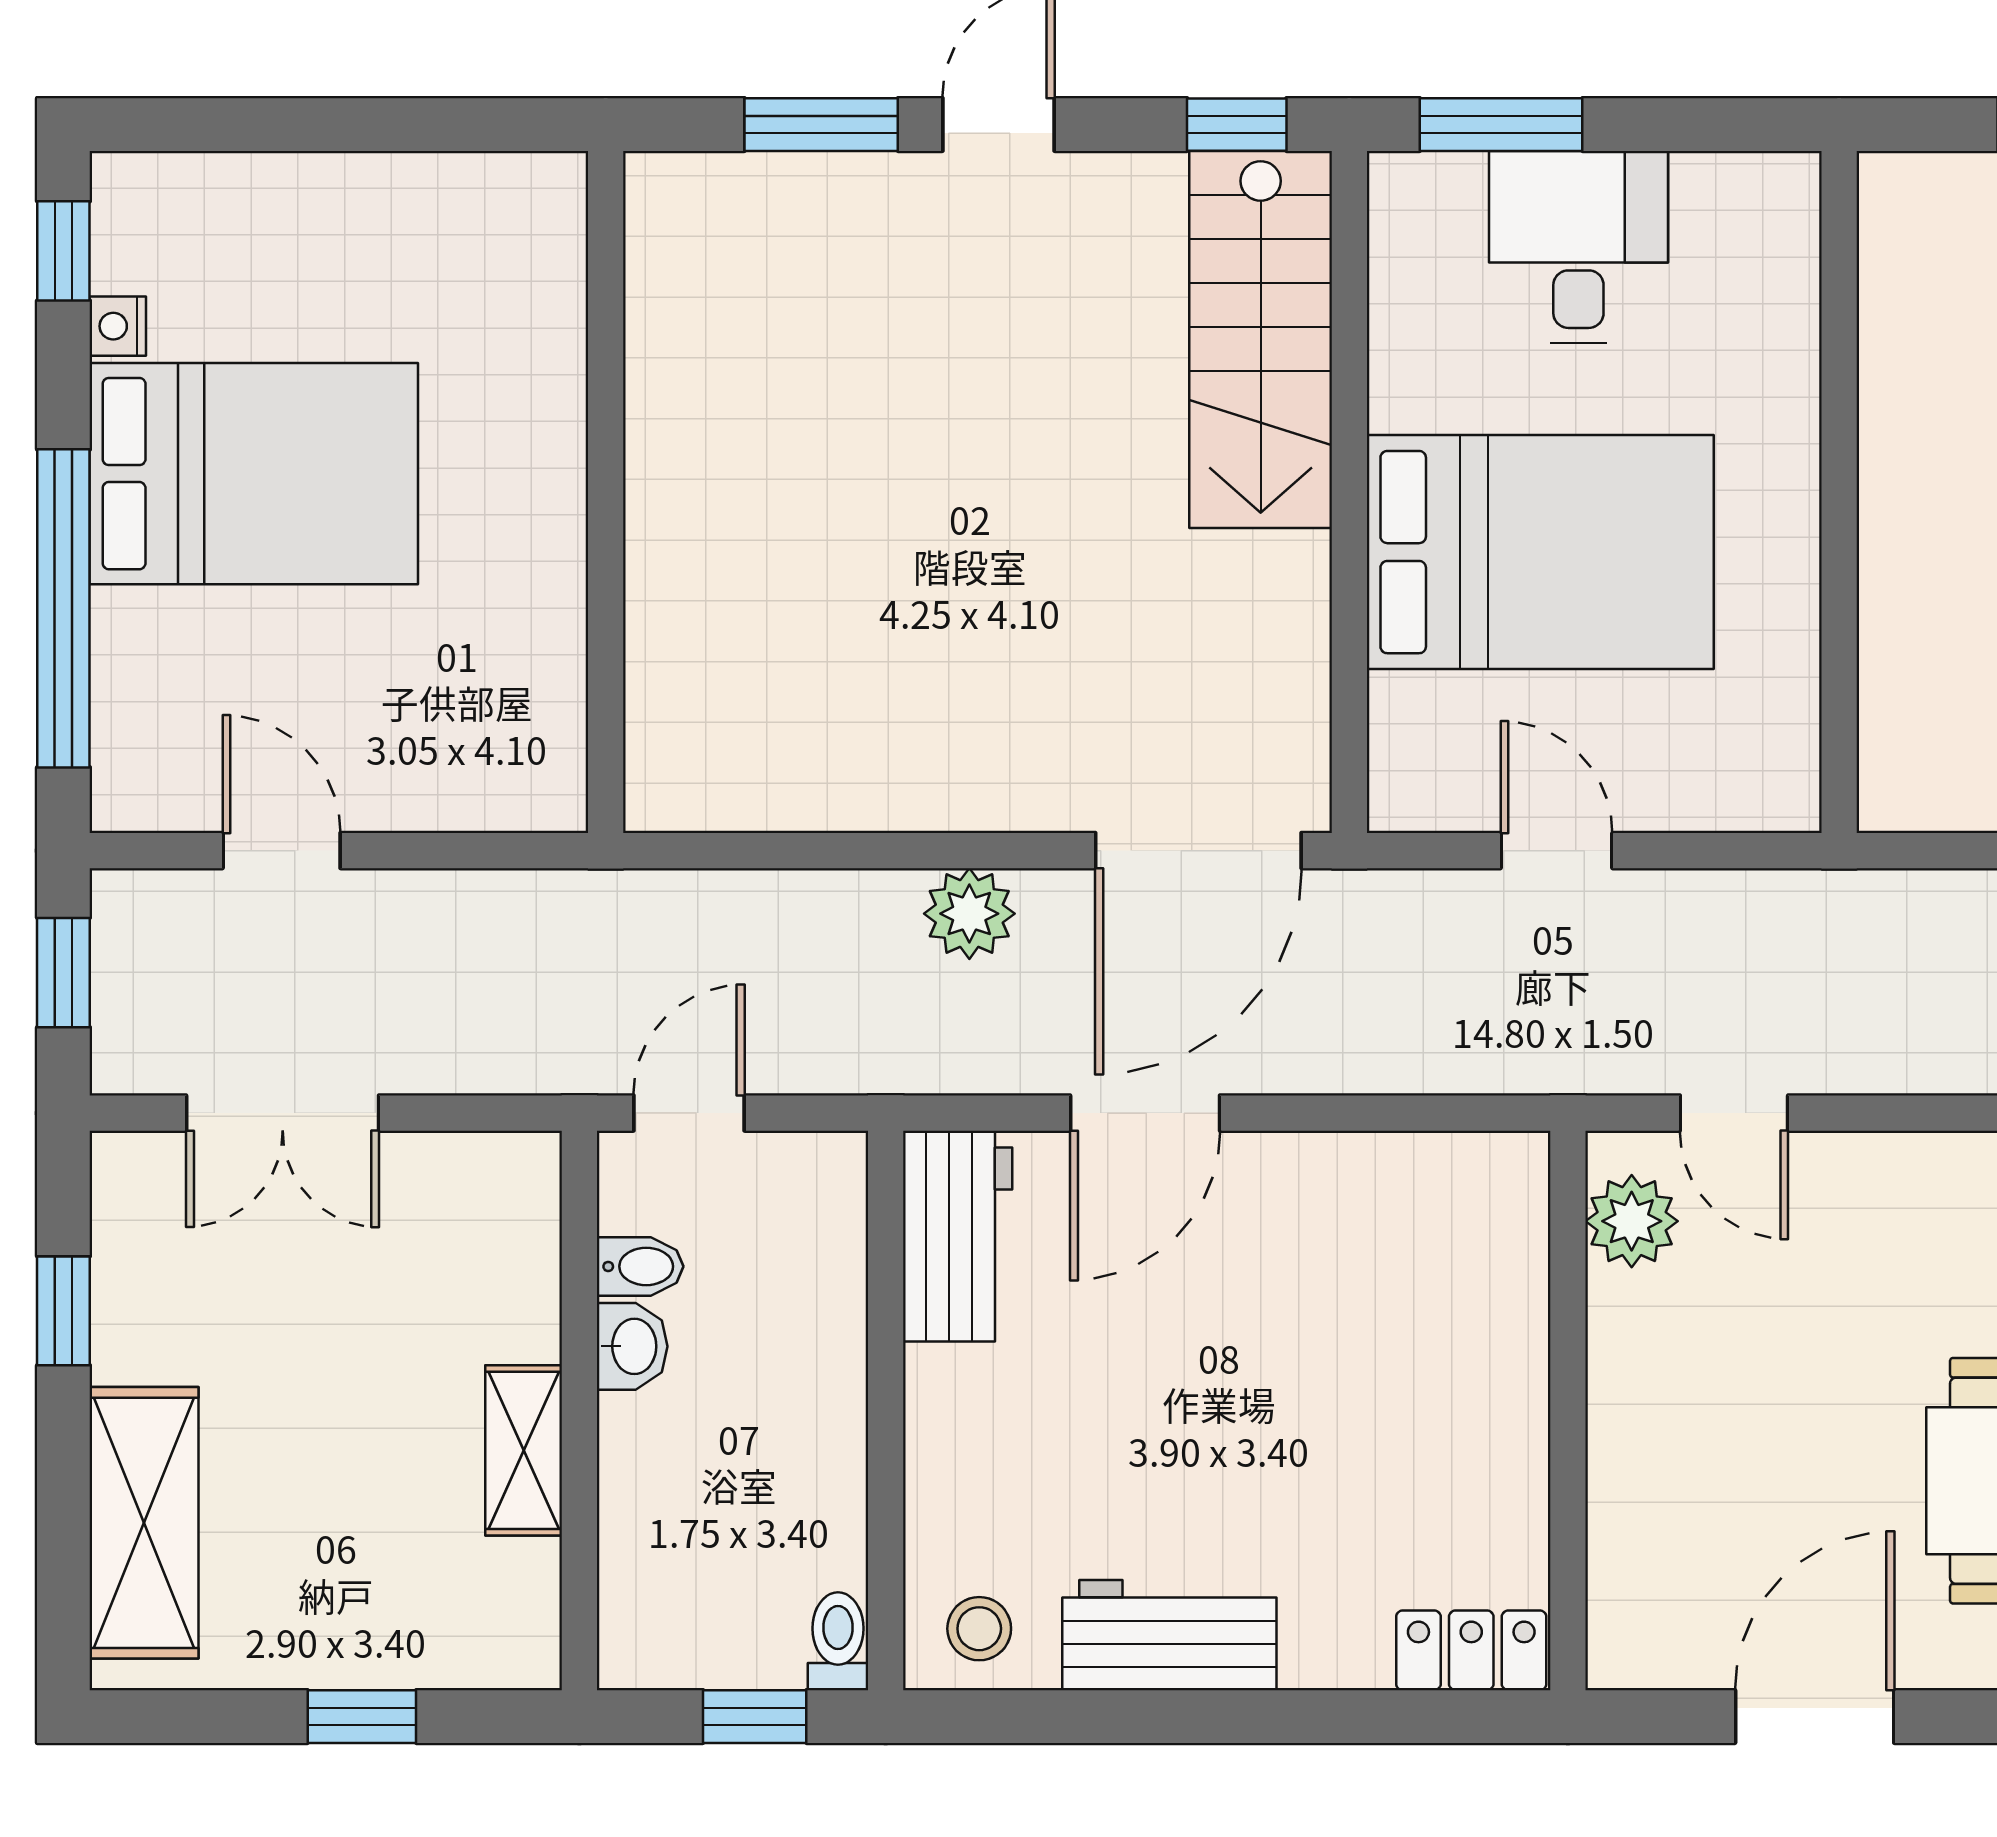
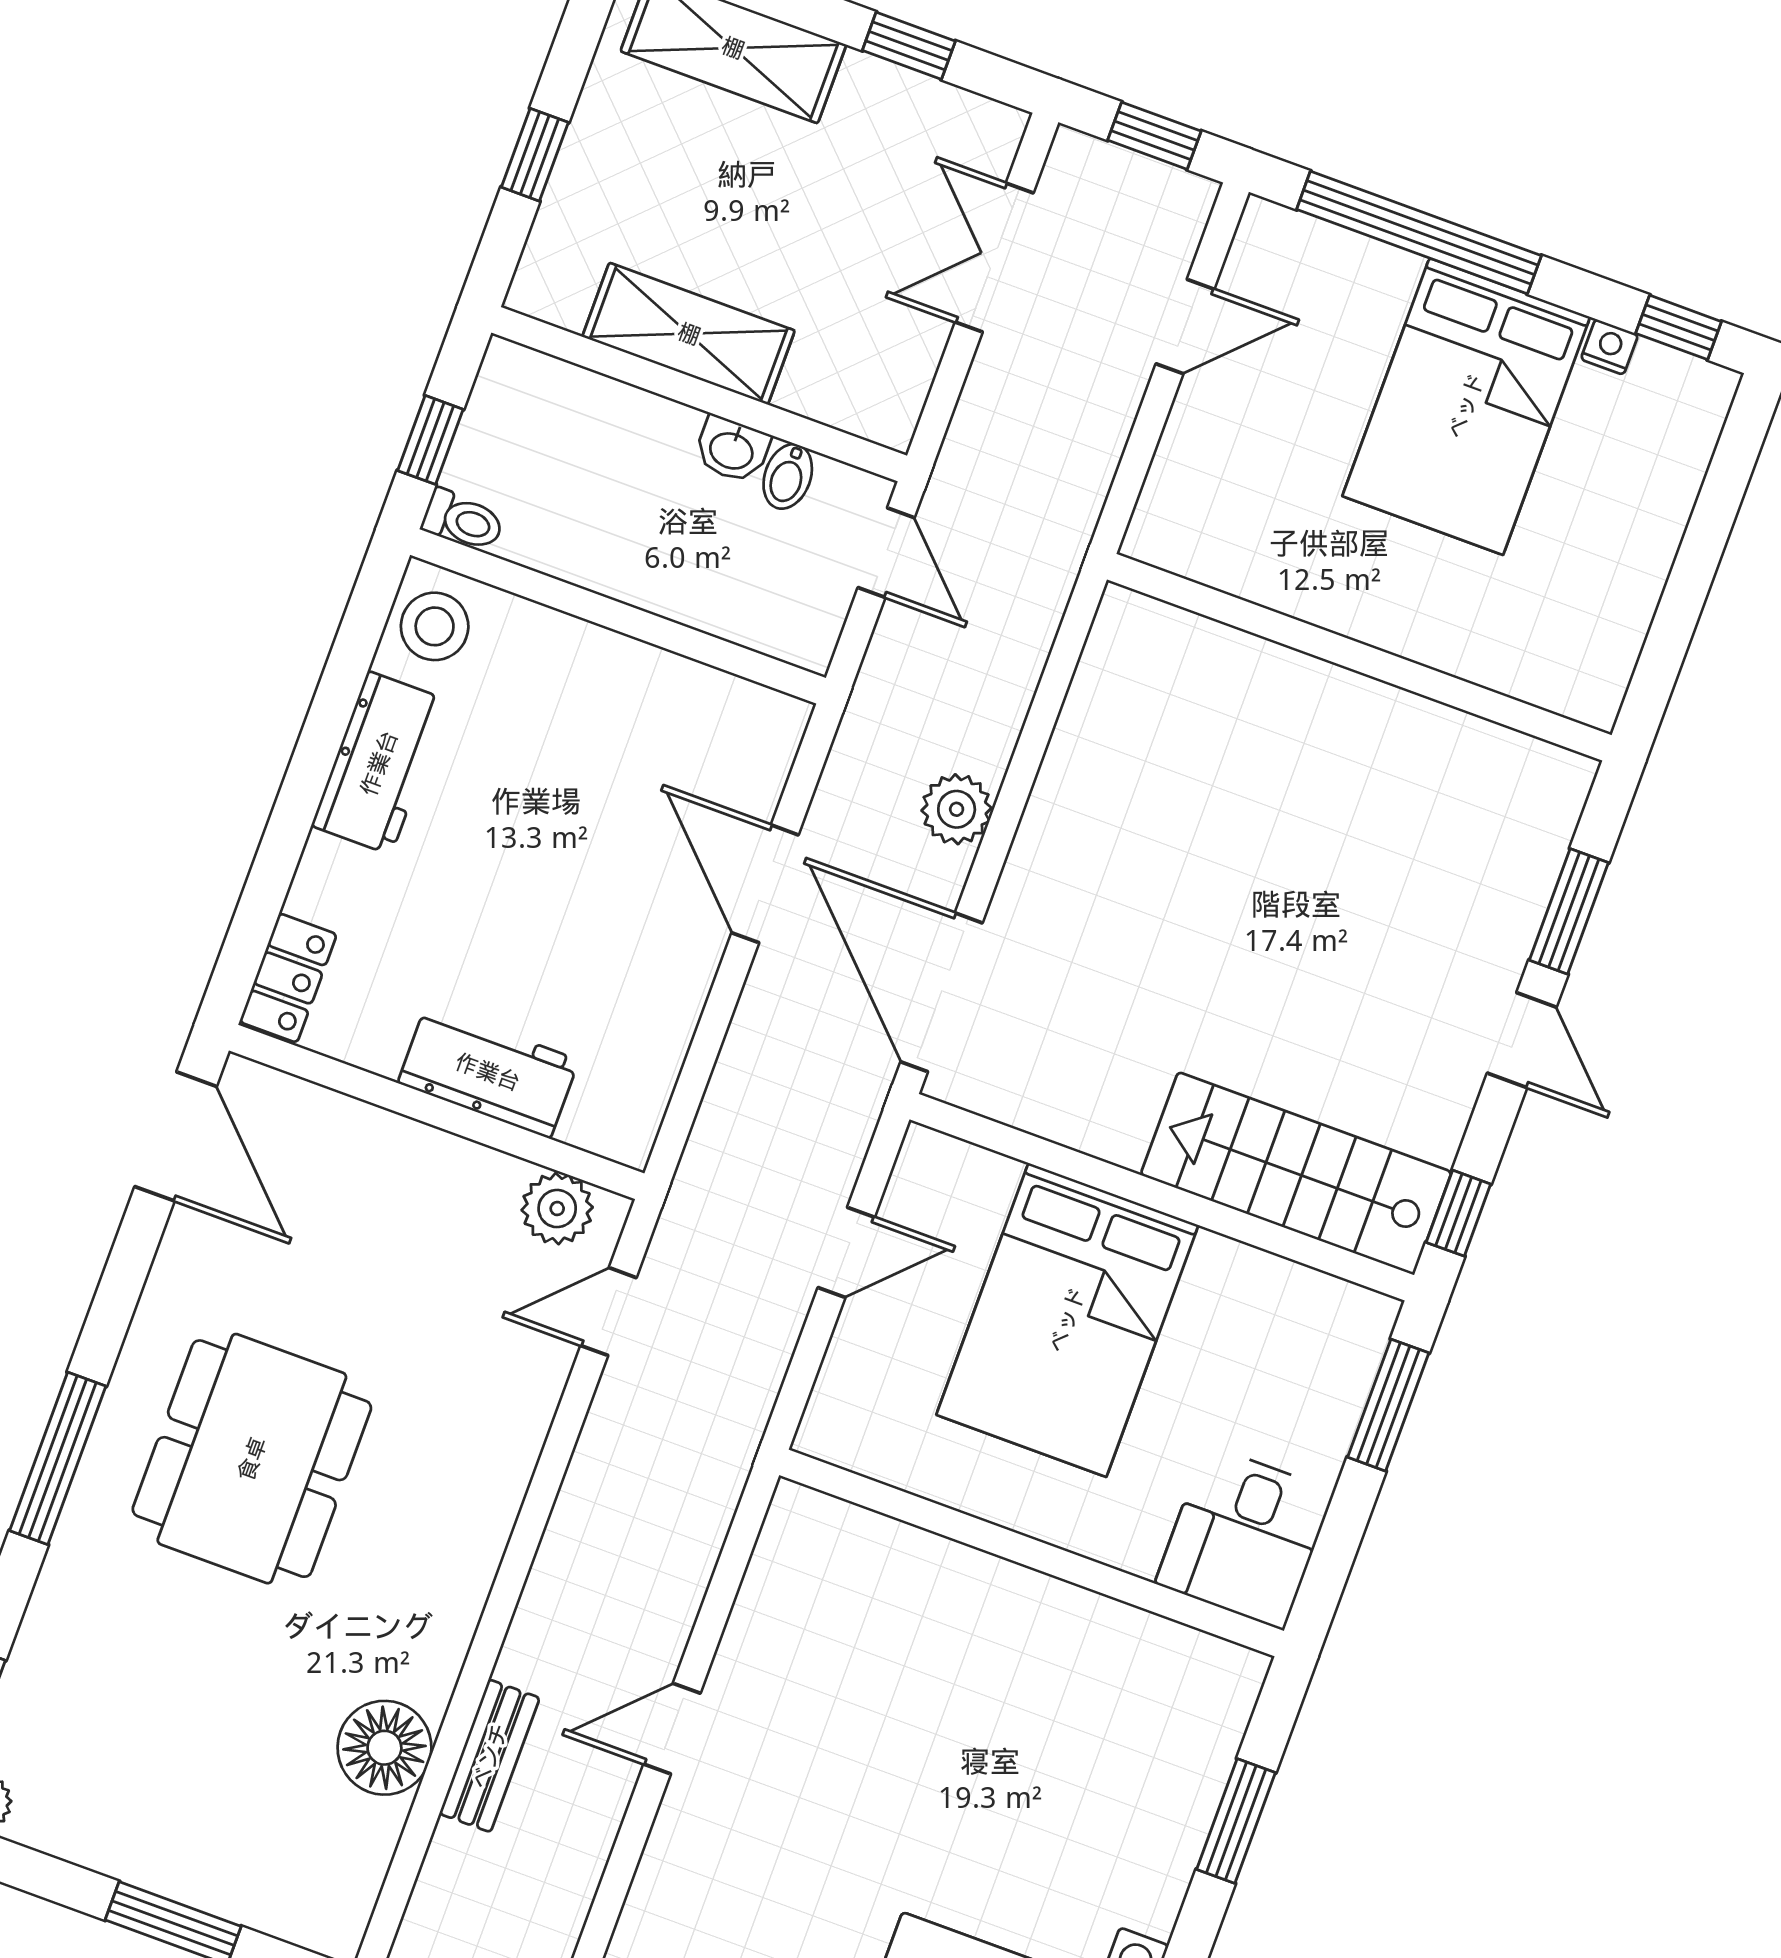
desk: (1578, 247) -> (1245, 1537), moved, turned 90
workbench: (958, 1236) -> (488, 1072), moved, turned 180
shelving: (524, 1450) -> (689, 334), width x1.50, depth x1.33
stool: (979, 1629) -> (435, 626), width x1.37, depth x1.37
door: (1815, 1717) -> (176, 1136), moved

